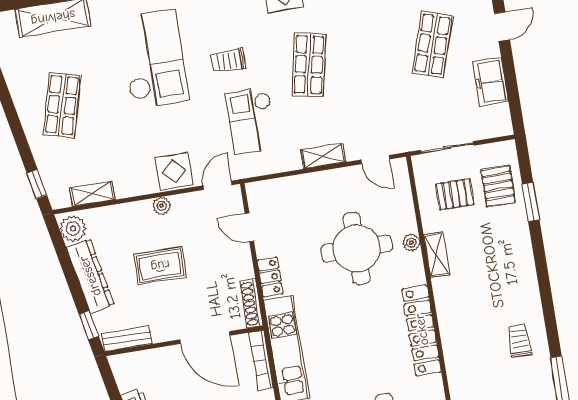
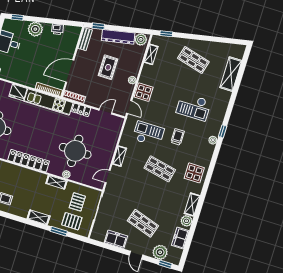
checkout: (154, 59) -> (194, 107), width x0.73, depth x0.83
shelving: (523, 255) -> (39, 217), added

